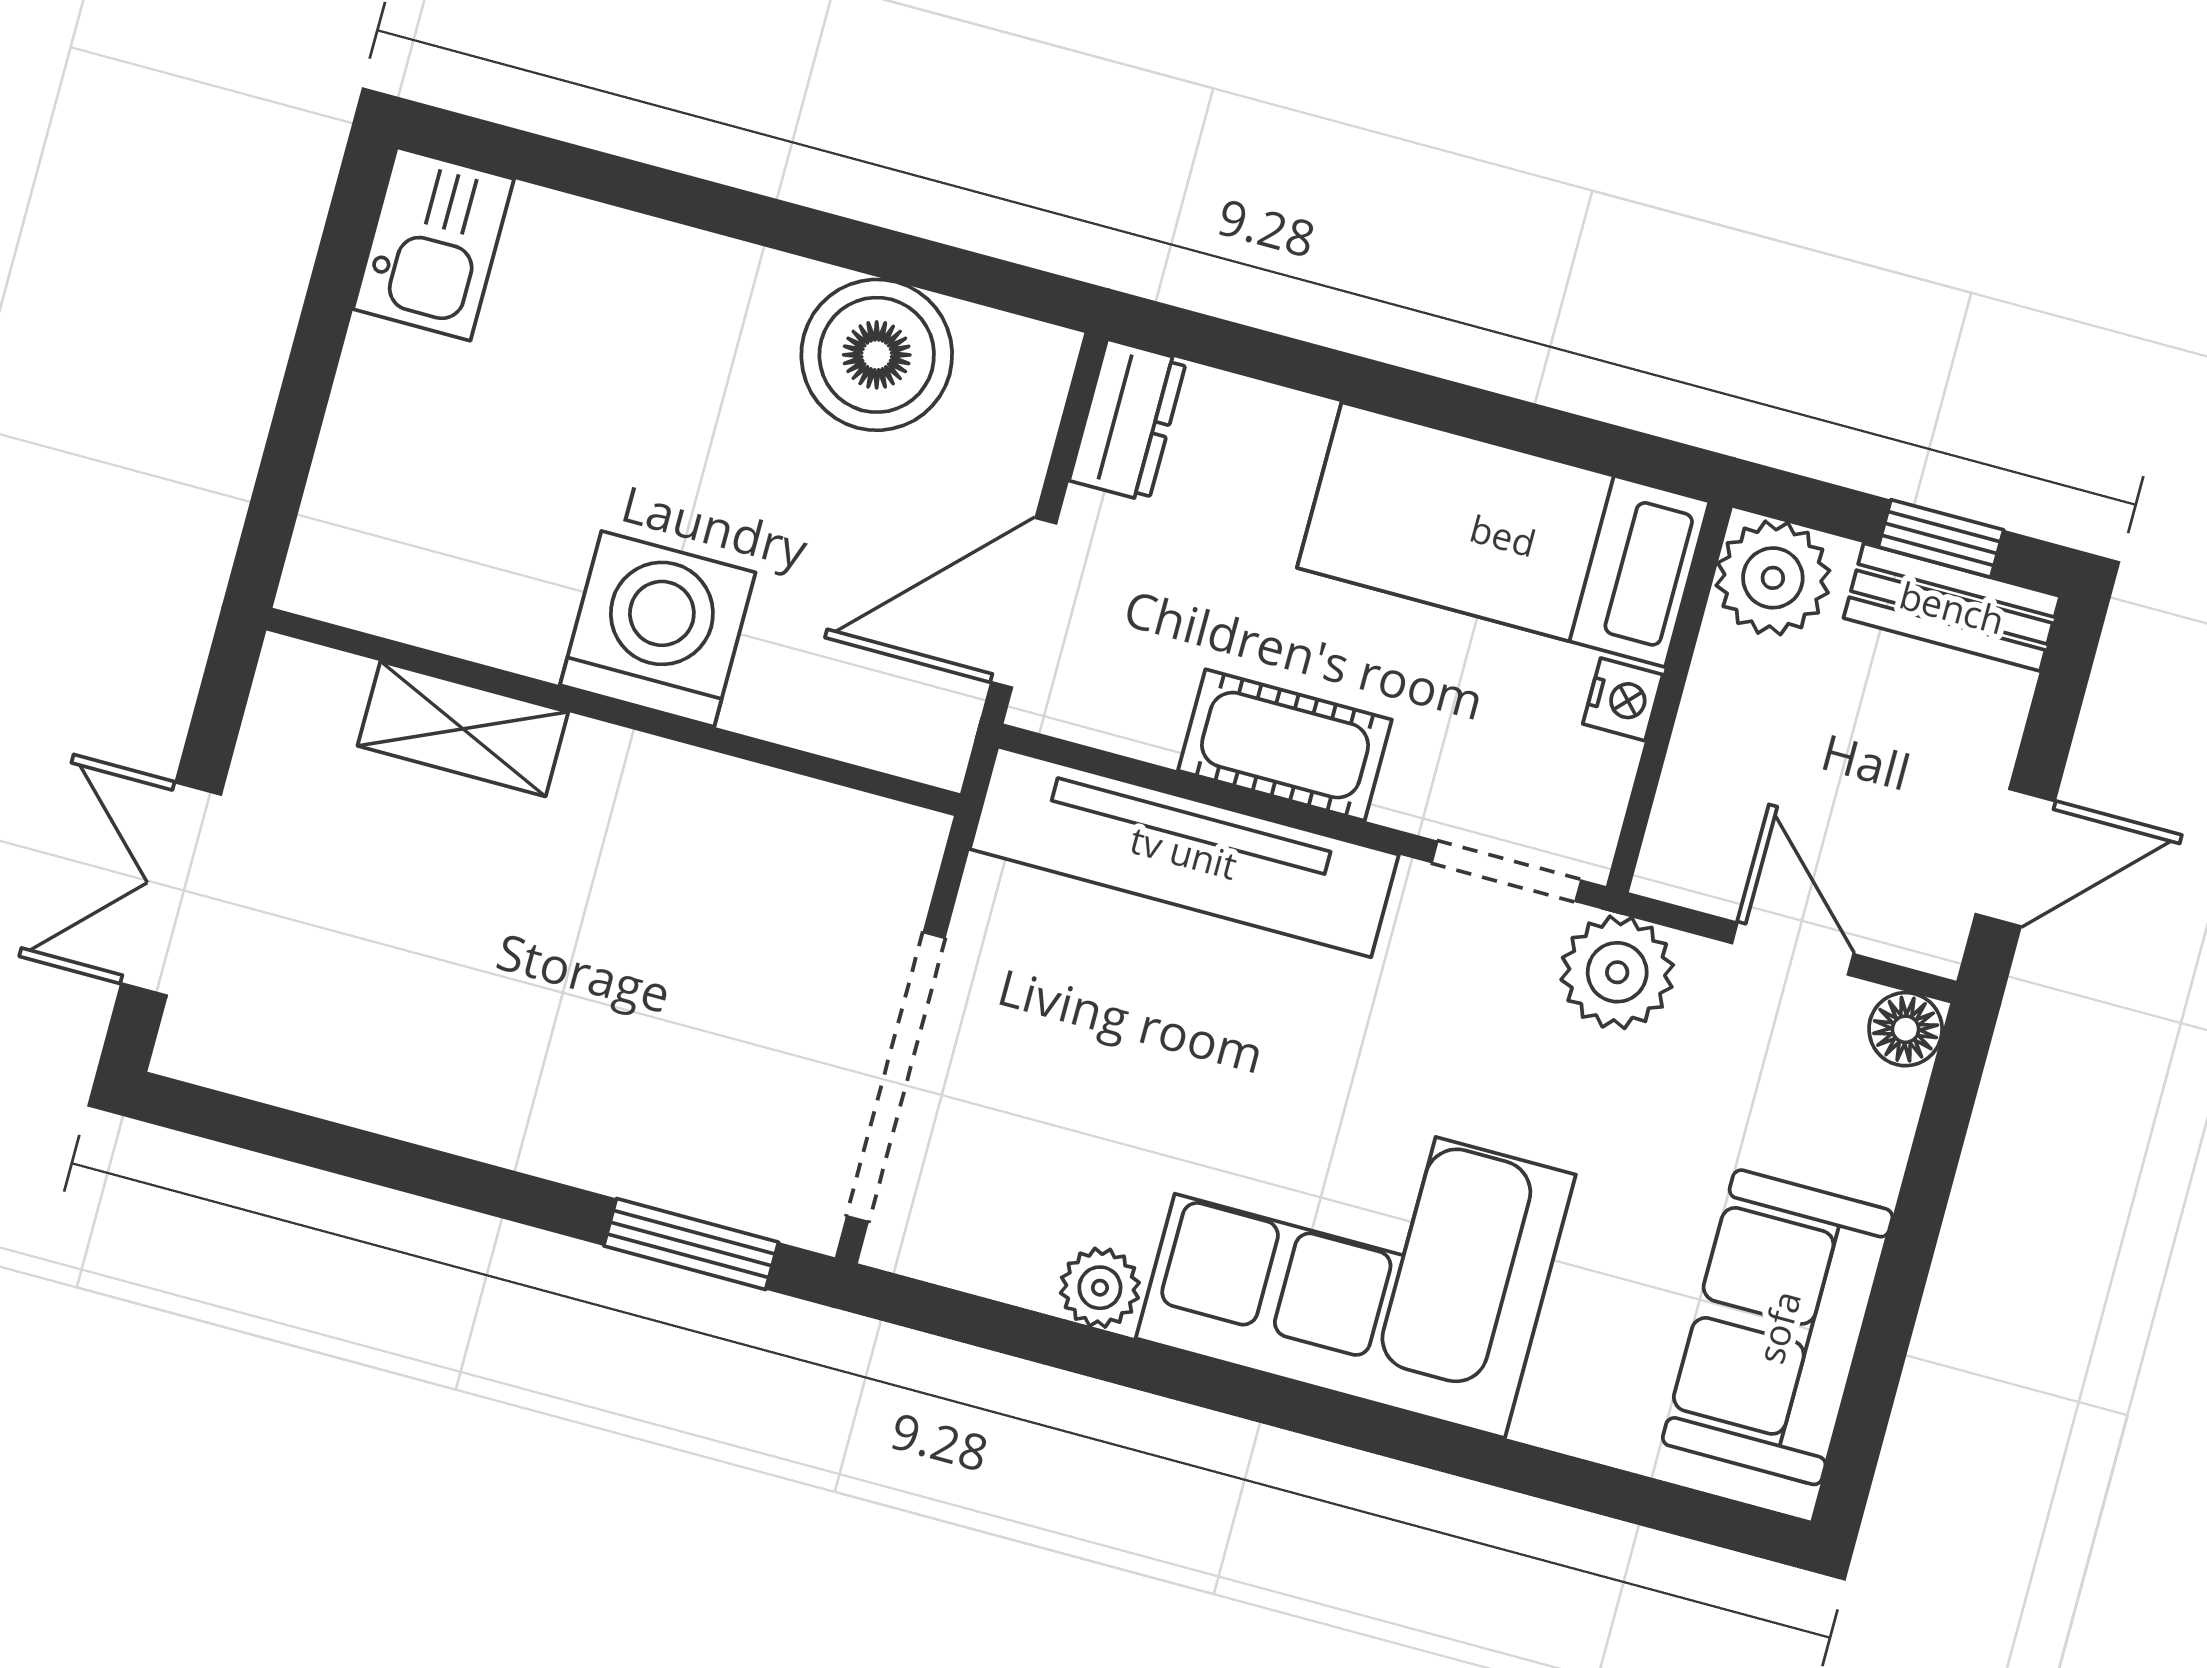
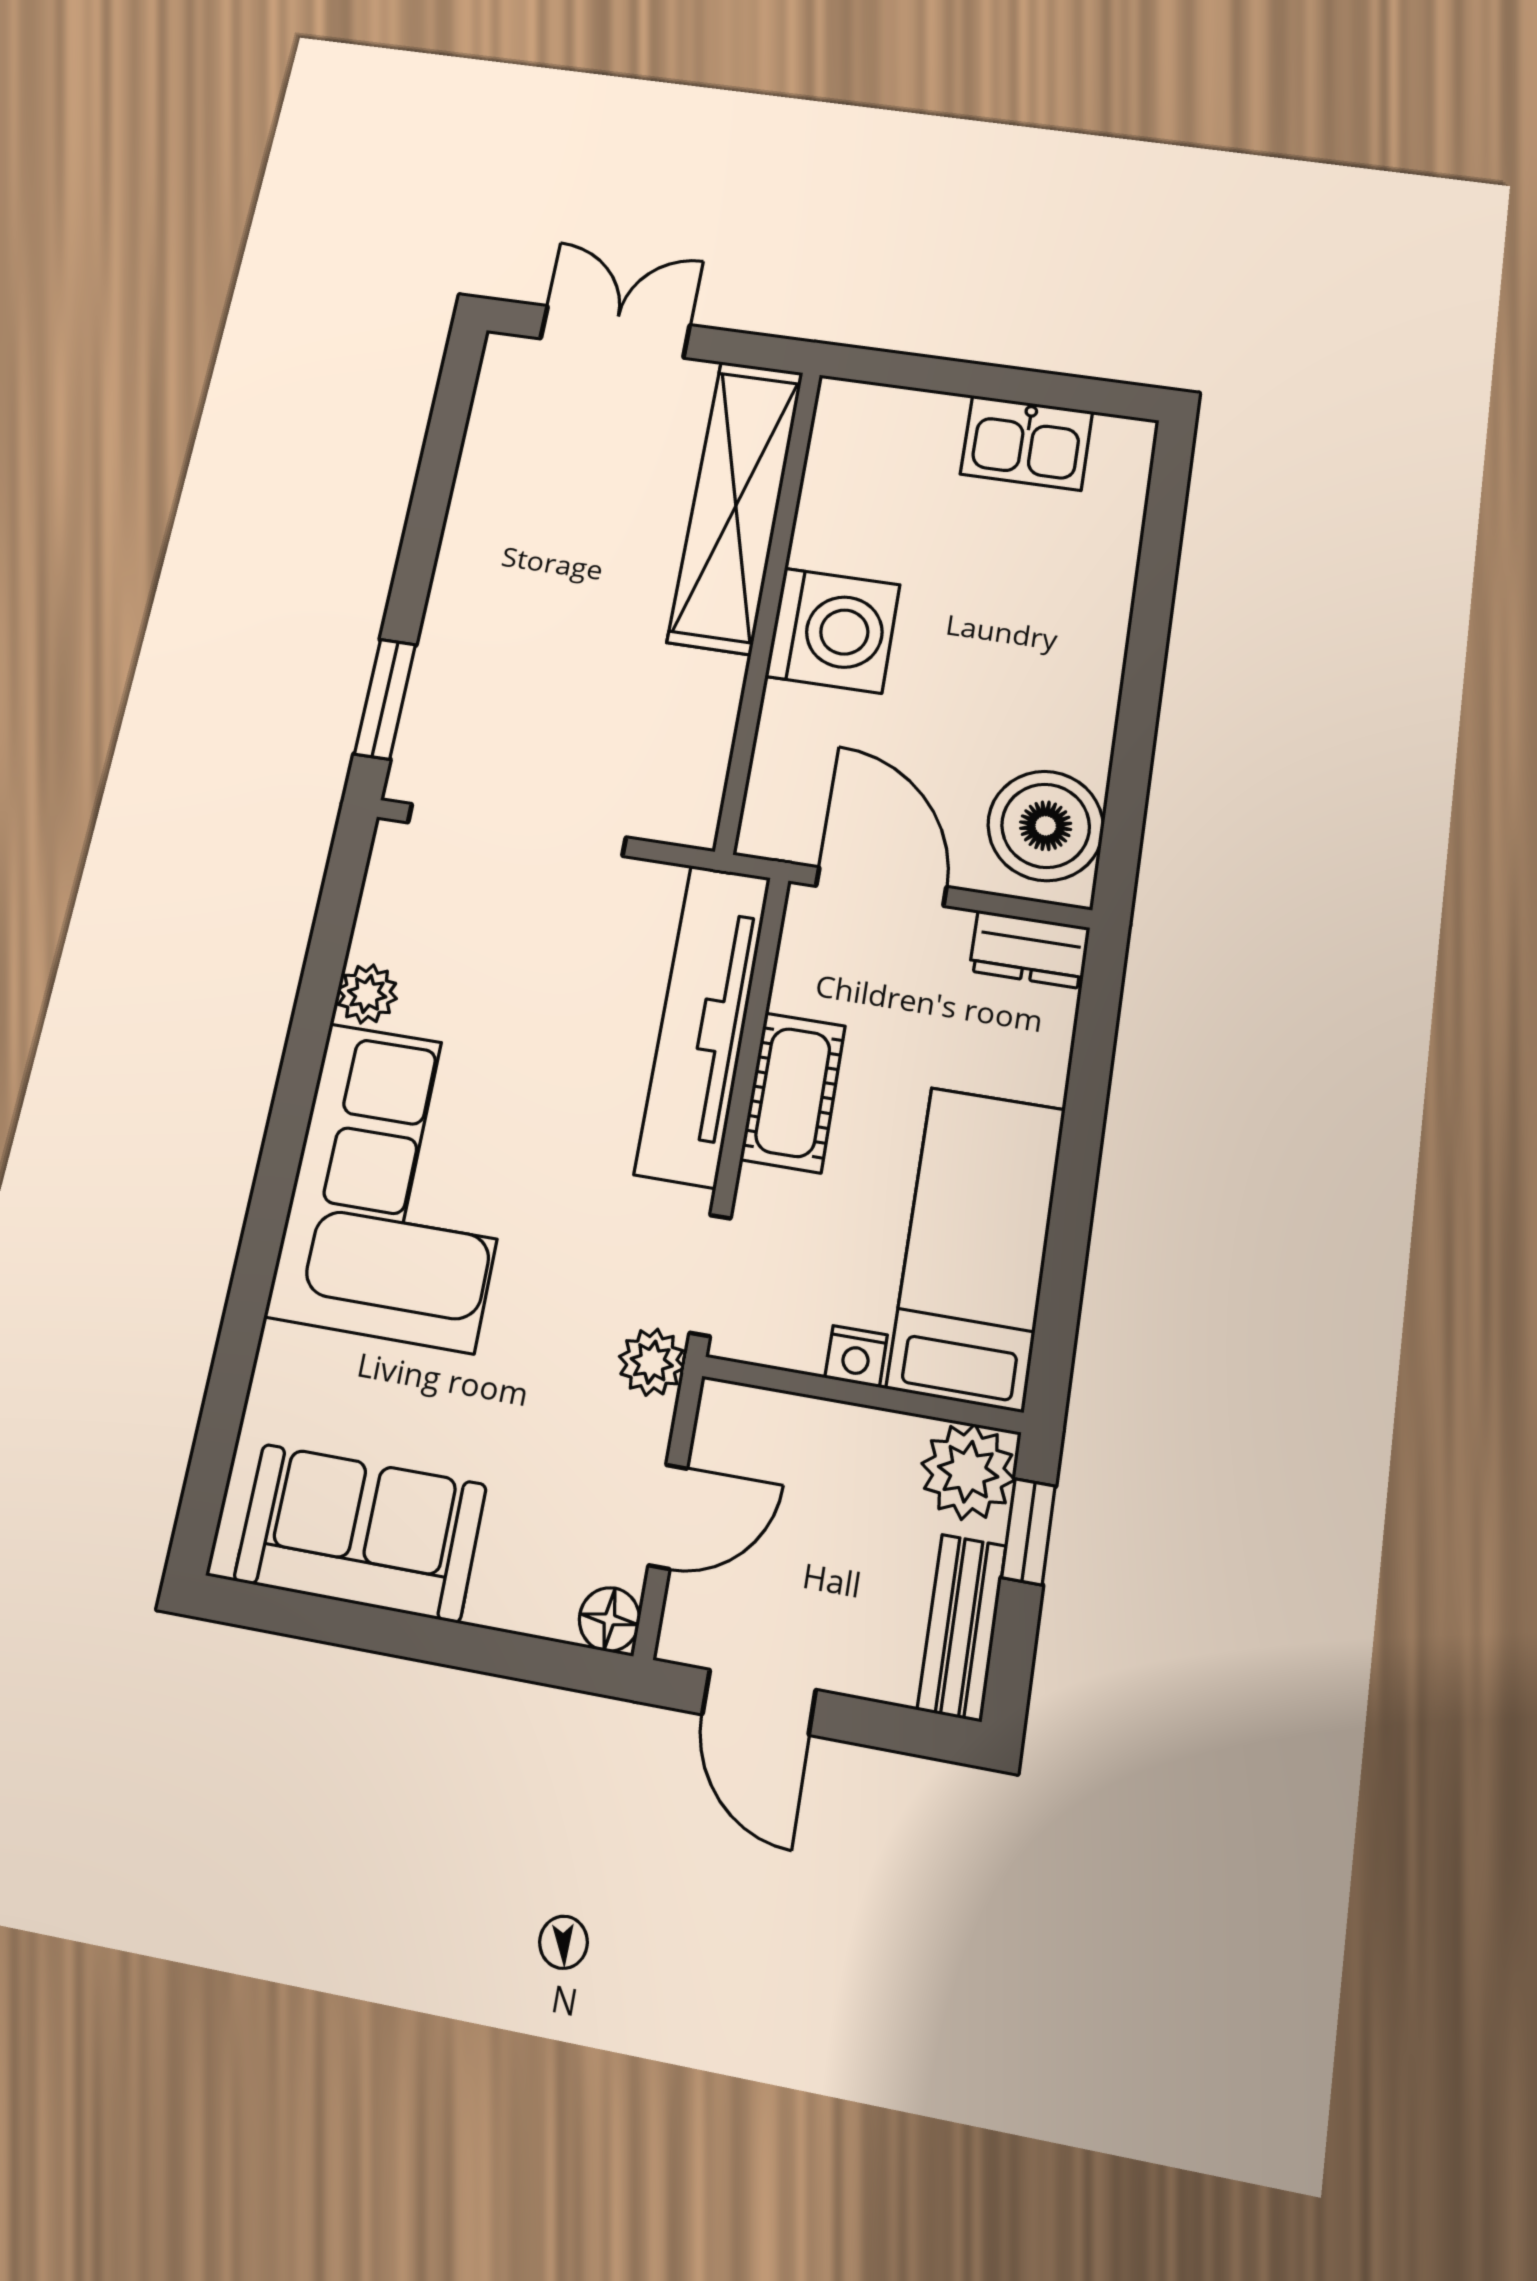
kitchen sink: (434, 244) -> (1026, 443), moved
boiler: (877, 355) -> (1046, 826), moved
window: (1941, 538) -> (1029, 1532), moved
shelving: (463, 729) -> (736, 506), width x2.20, depth x1.33
plant: (1617, 972) -> (652, 1362), width x0.73, depth x0.73

